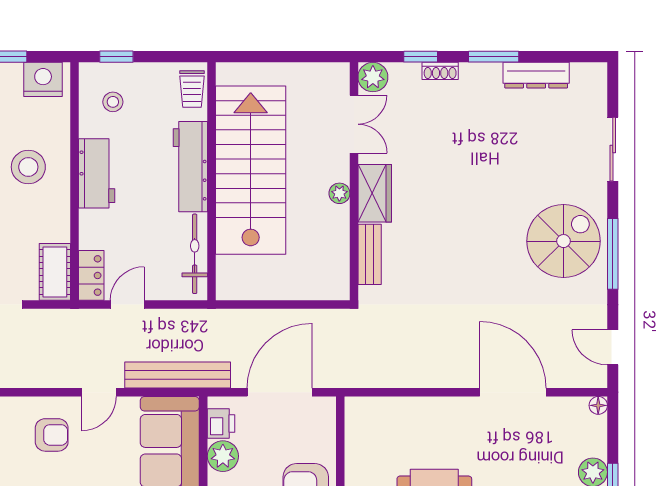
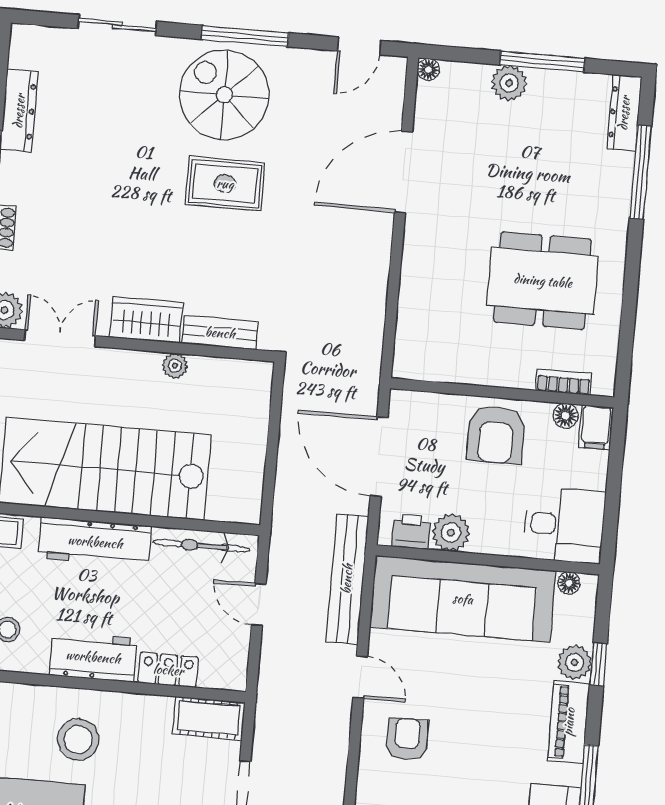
plant: (339, 193) -> (175, 366), moved
rug: (491, 248) -> (225, 184), added
locker: (91, 275) -> (168, 670), moved
door: (127, 305) -> (259, 605), moved

